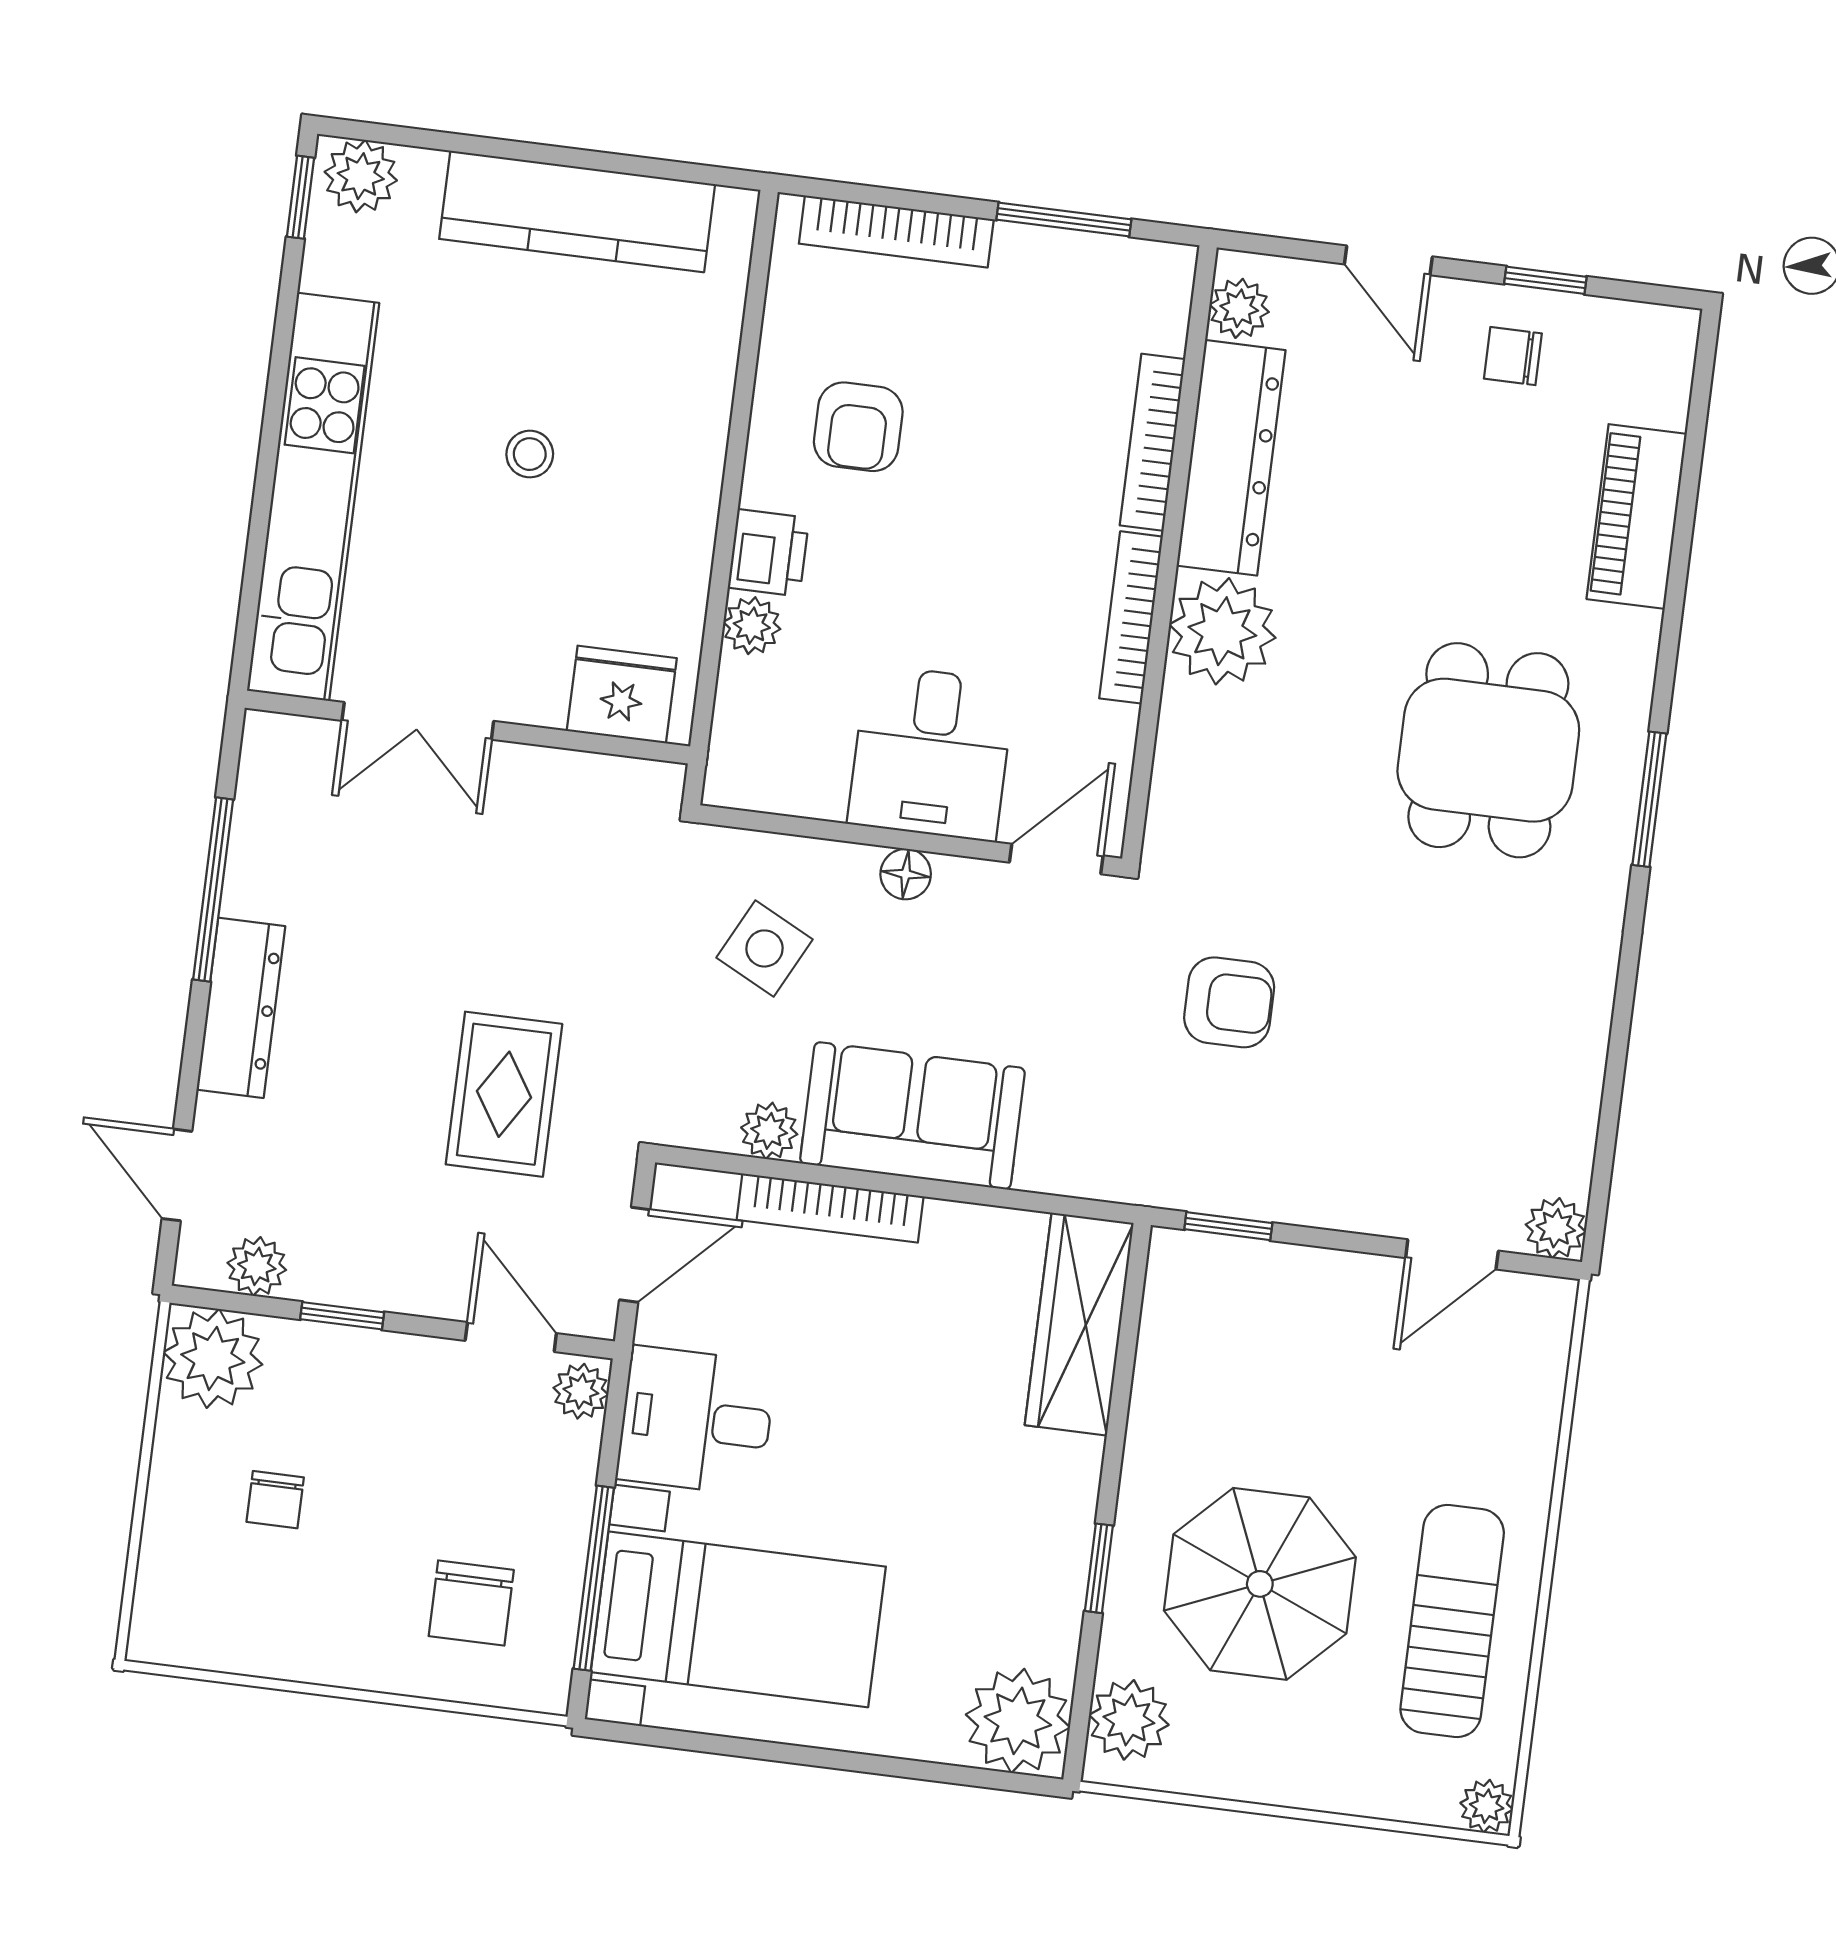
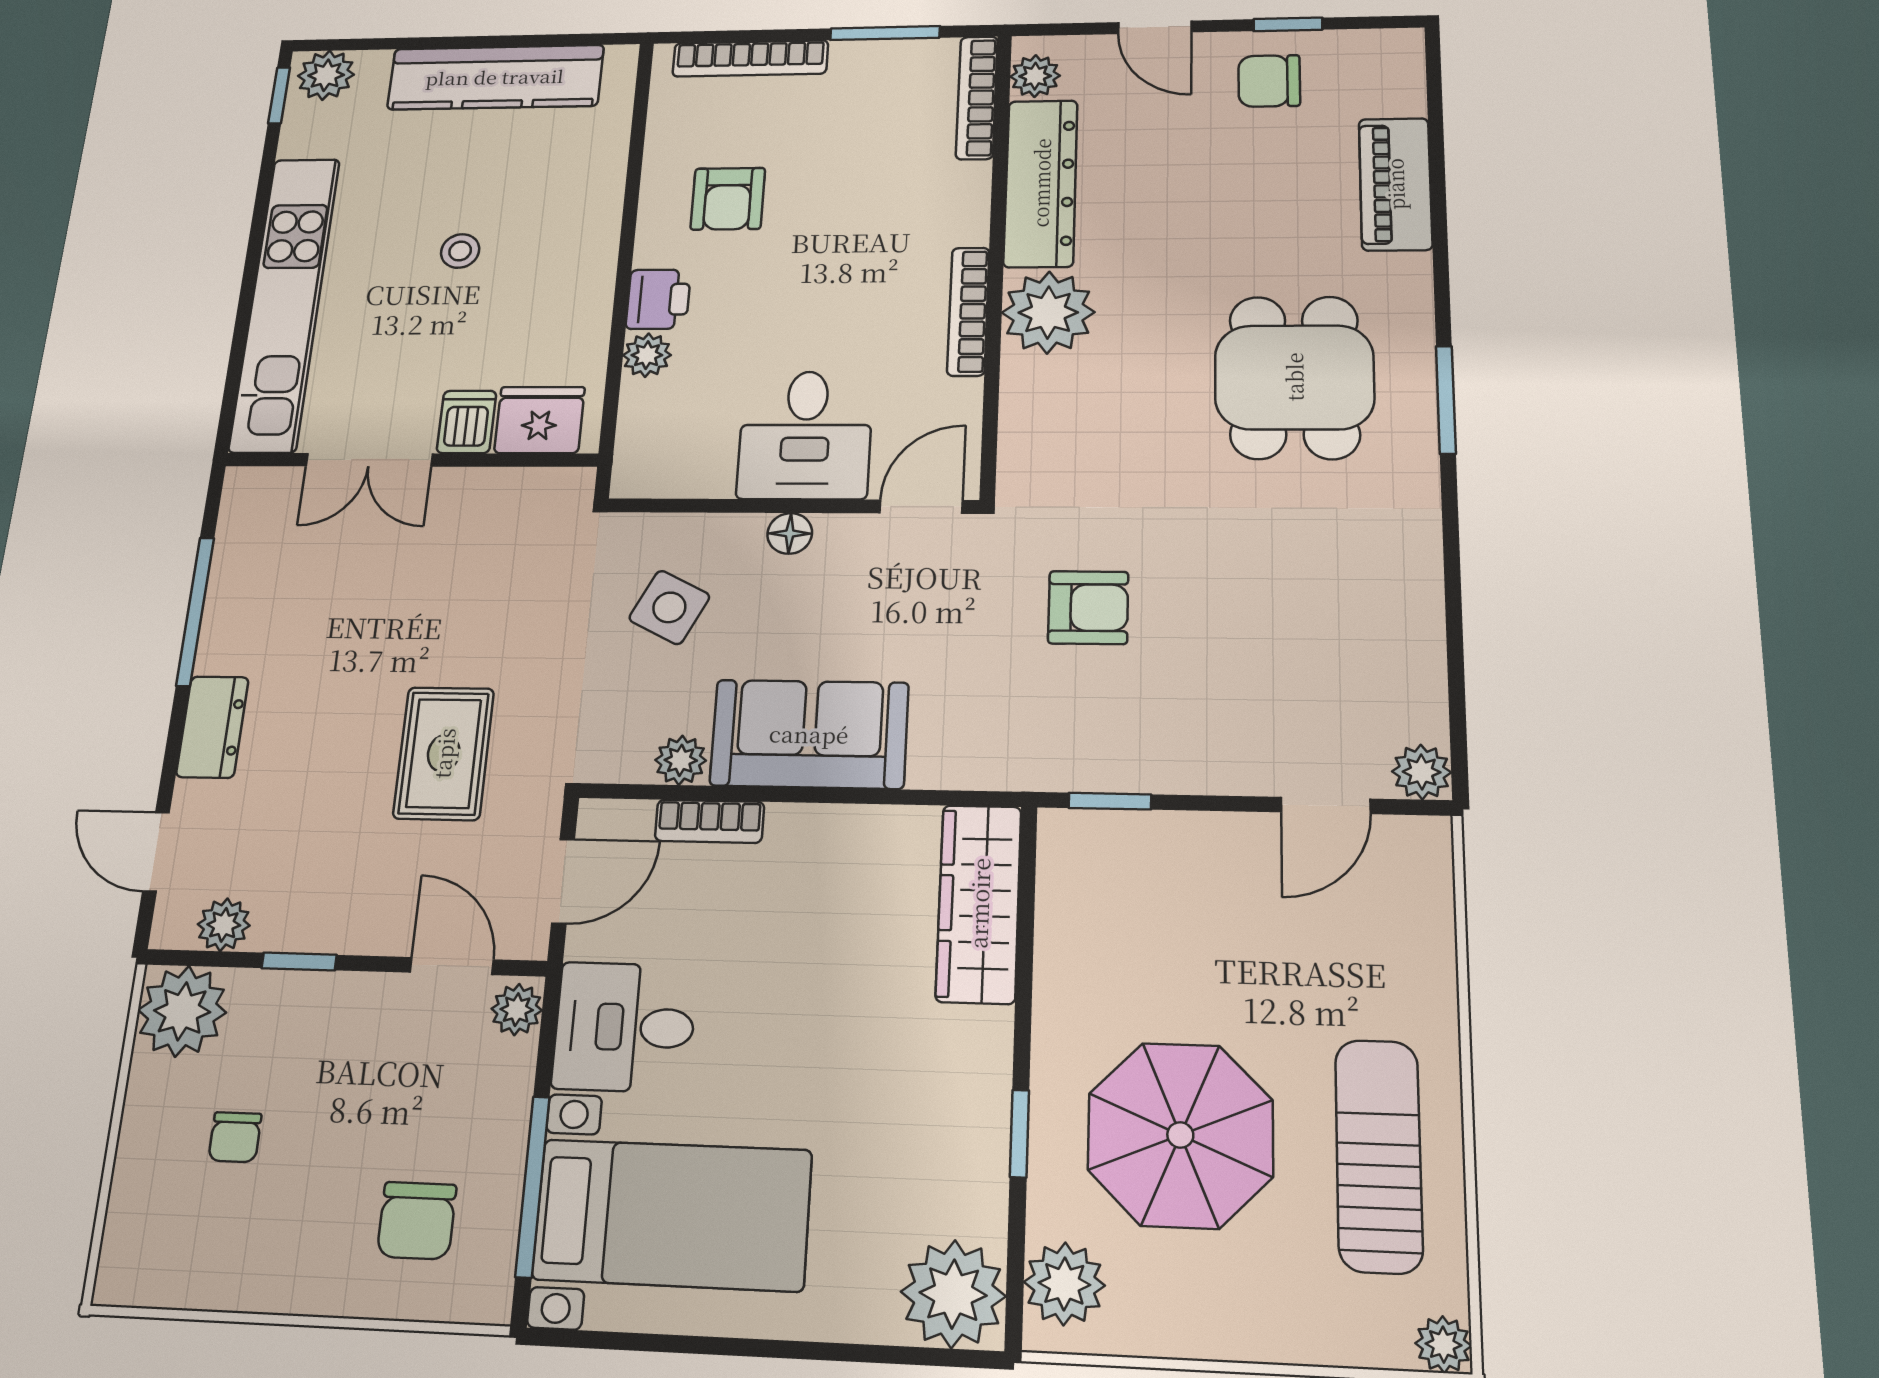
chair: (1513, 356) -> (1269, 81), width x1.37, depth x1.37
bookcase: (1152, 442) -> (977, 98), moved
dishwasher: (535, 686) -> (466, 422), added
dresser: (241, 1008) -> (212, 727), width x0.70
bookcase: (830, 1208) -> (709, 821), width x0.64

